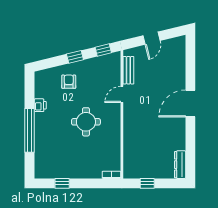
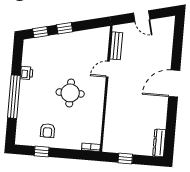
door: (152, 38) -> (142, 16), hinge flipped
window: (103, 50) -> (40, 32), moved
armchair: (69, 82) -> (48, 131), moved, turned 180

